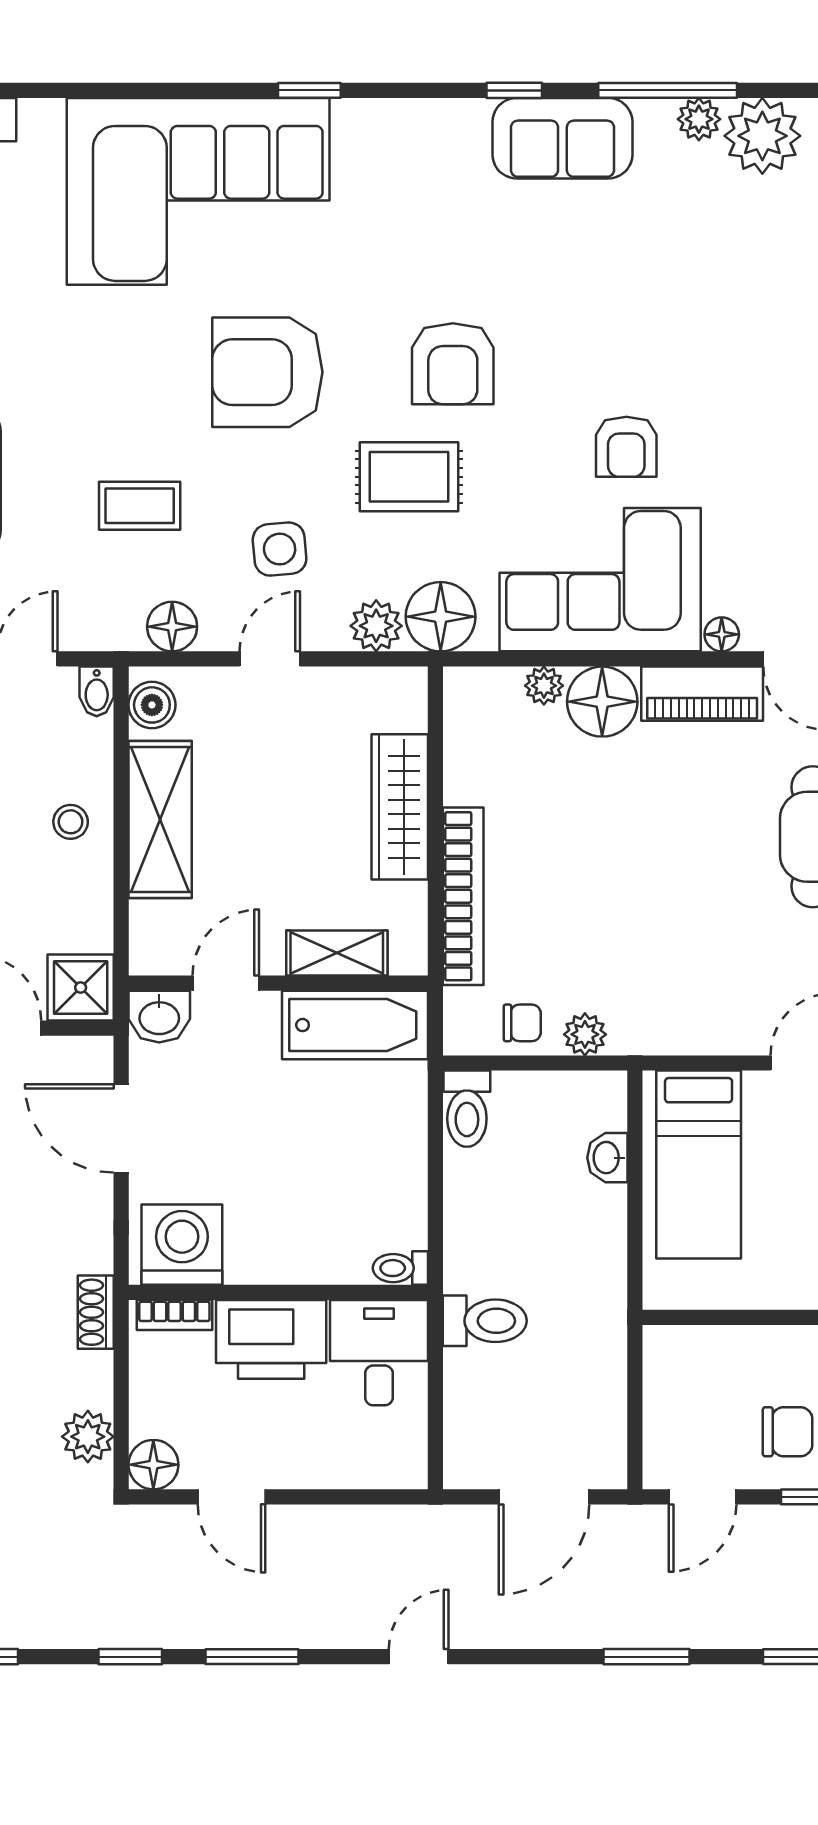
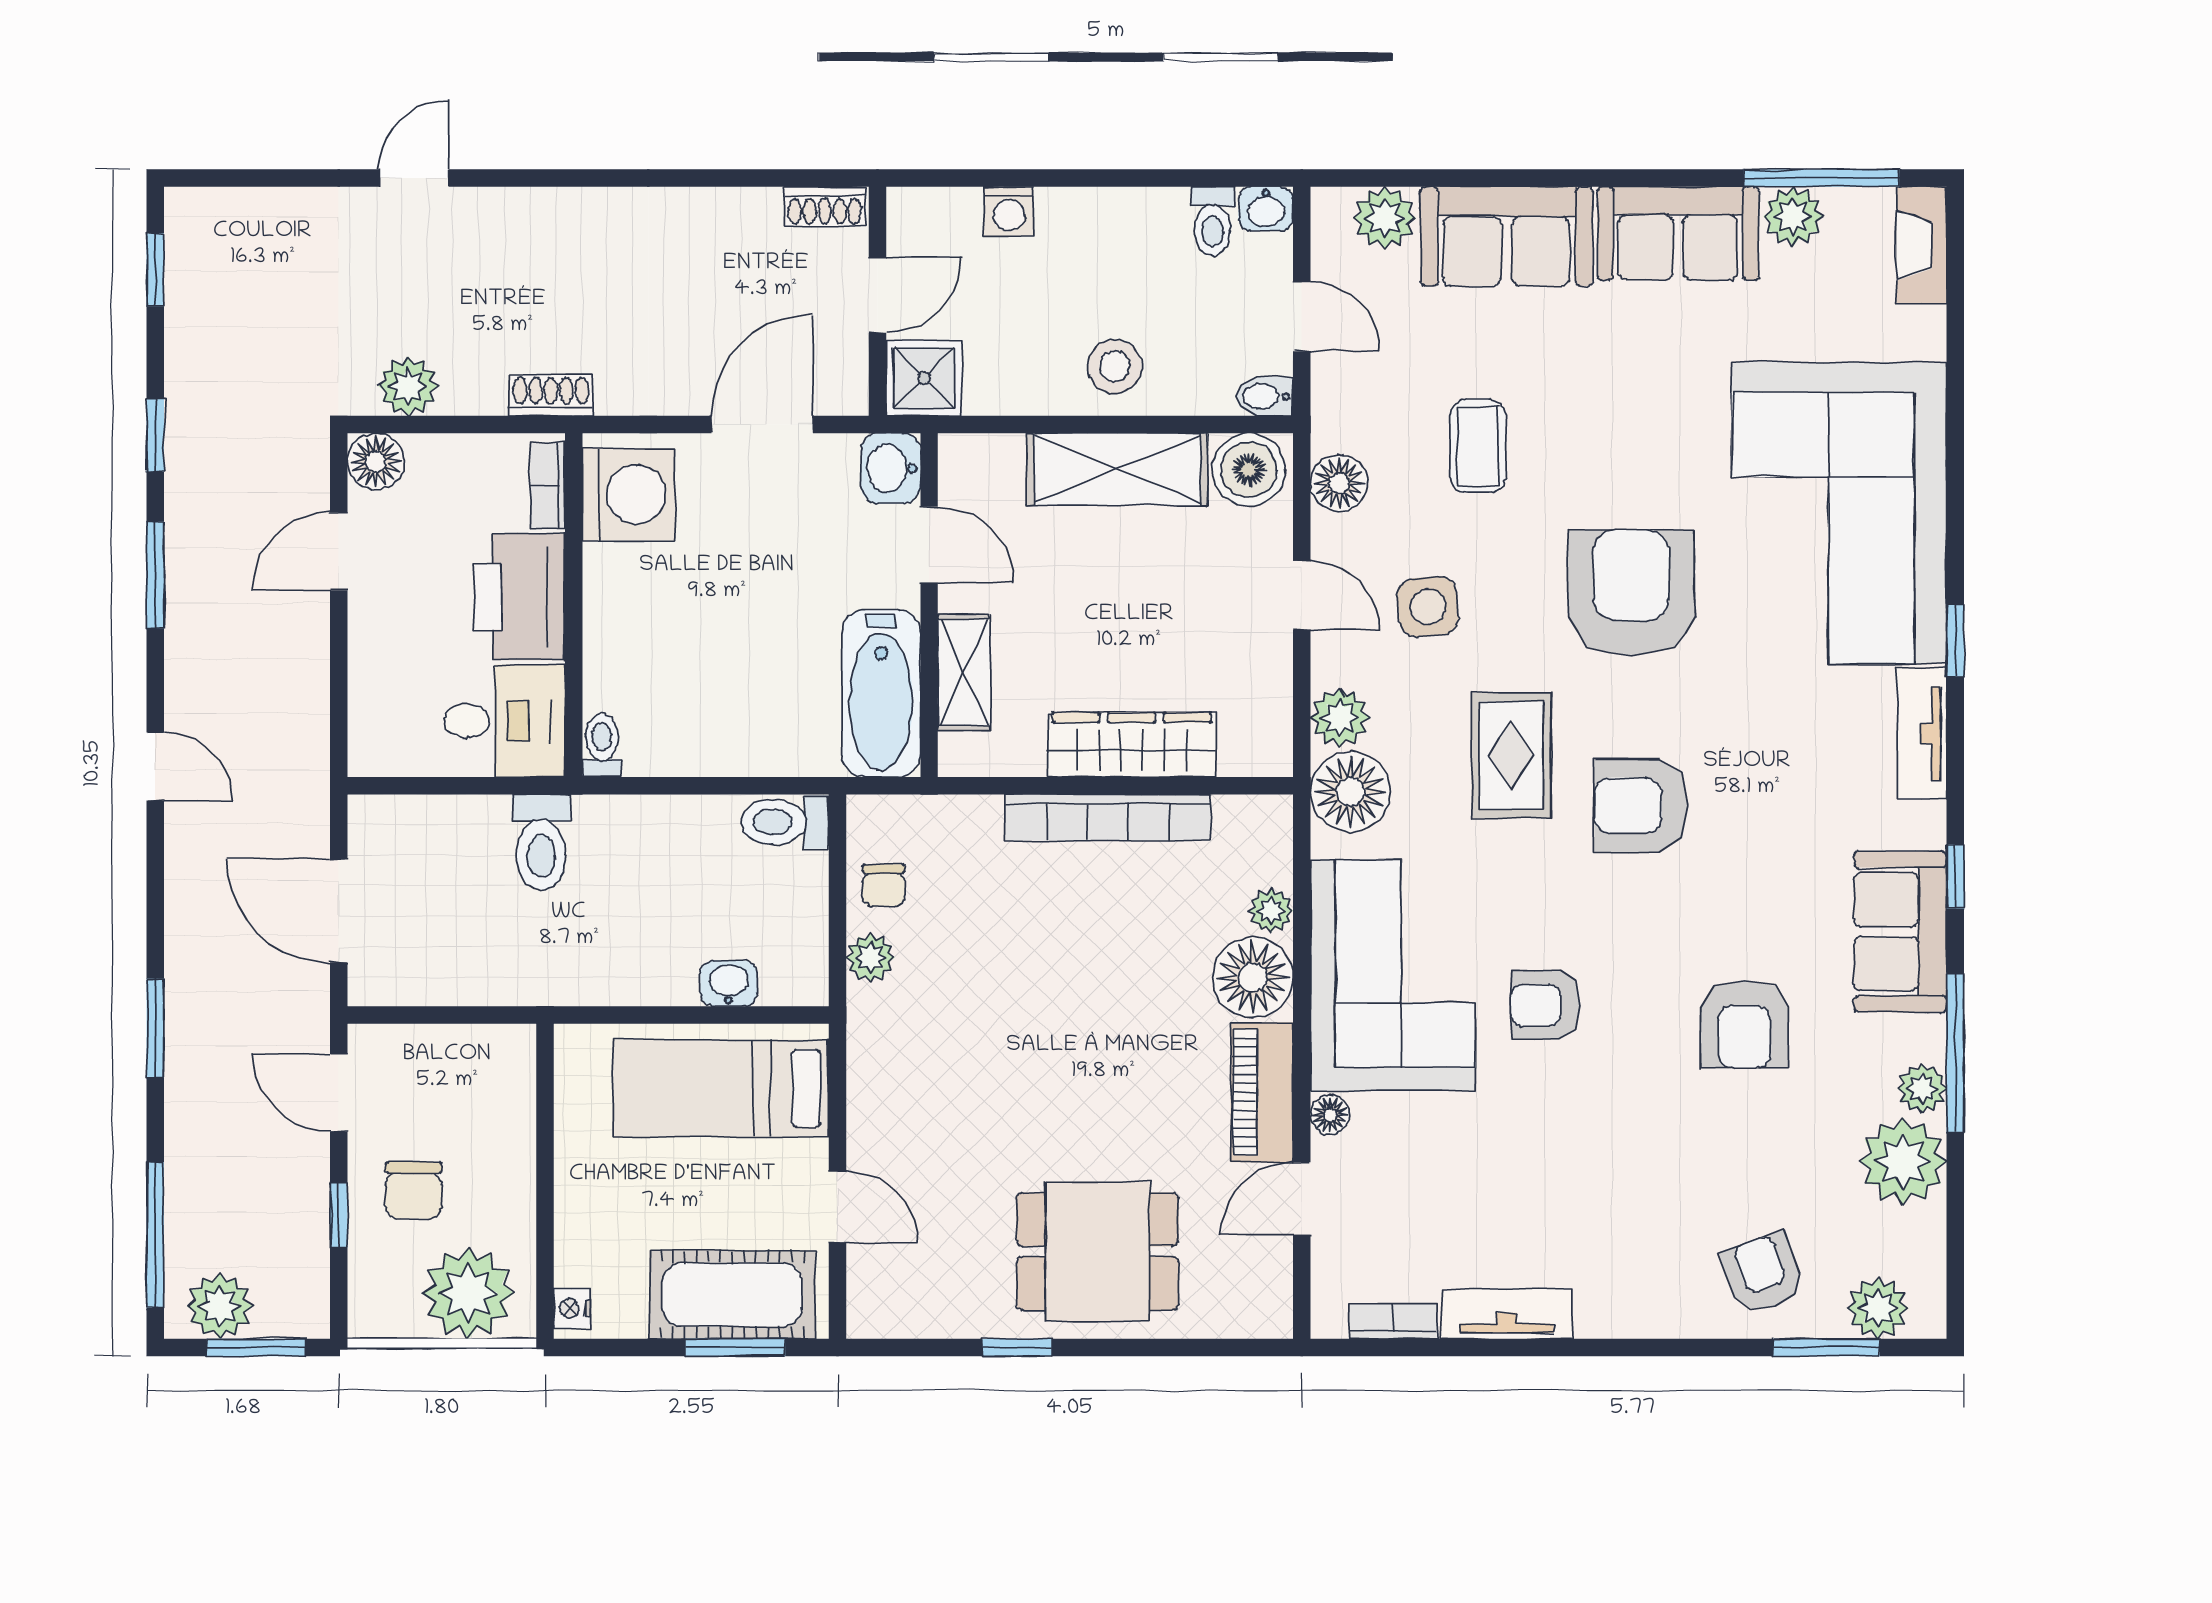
tv unit: (390, 119) -> (1922, 734), added
armchair: (643, 274) -> (1744, 1024), added
boiler: (152, 705) -> (1249, 470), width x1.36, depth x1.36
stool: (71, 822) -> (1115, 366), width x1.37, depth x1.37
bookcase: (463, 896) -> (1108, 817), moved

